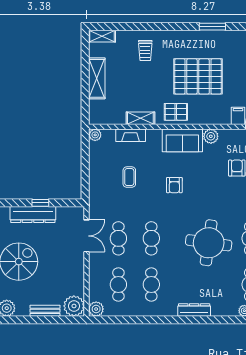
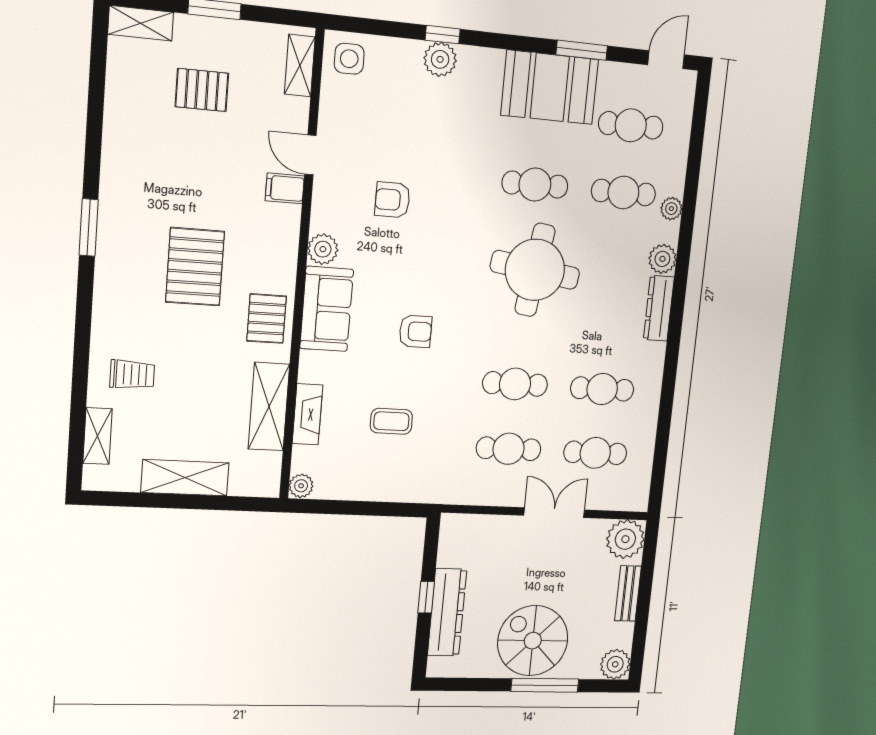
shelving: (102, 36) -> (97, 436), moved
pallet: (198, 76) -> (195, 267), width x0.73, depth x0.71
shelving: (140, 118) -> (269, 407), width x1.50, depth x1.33
double door: (87, 236) -> (554, 513), moved
plant: (96, 309) -> (662, 259), moved

